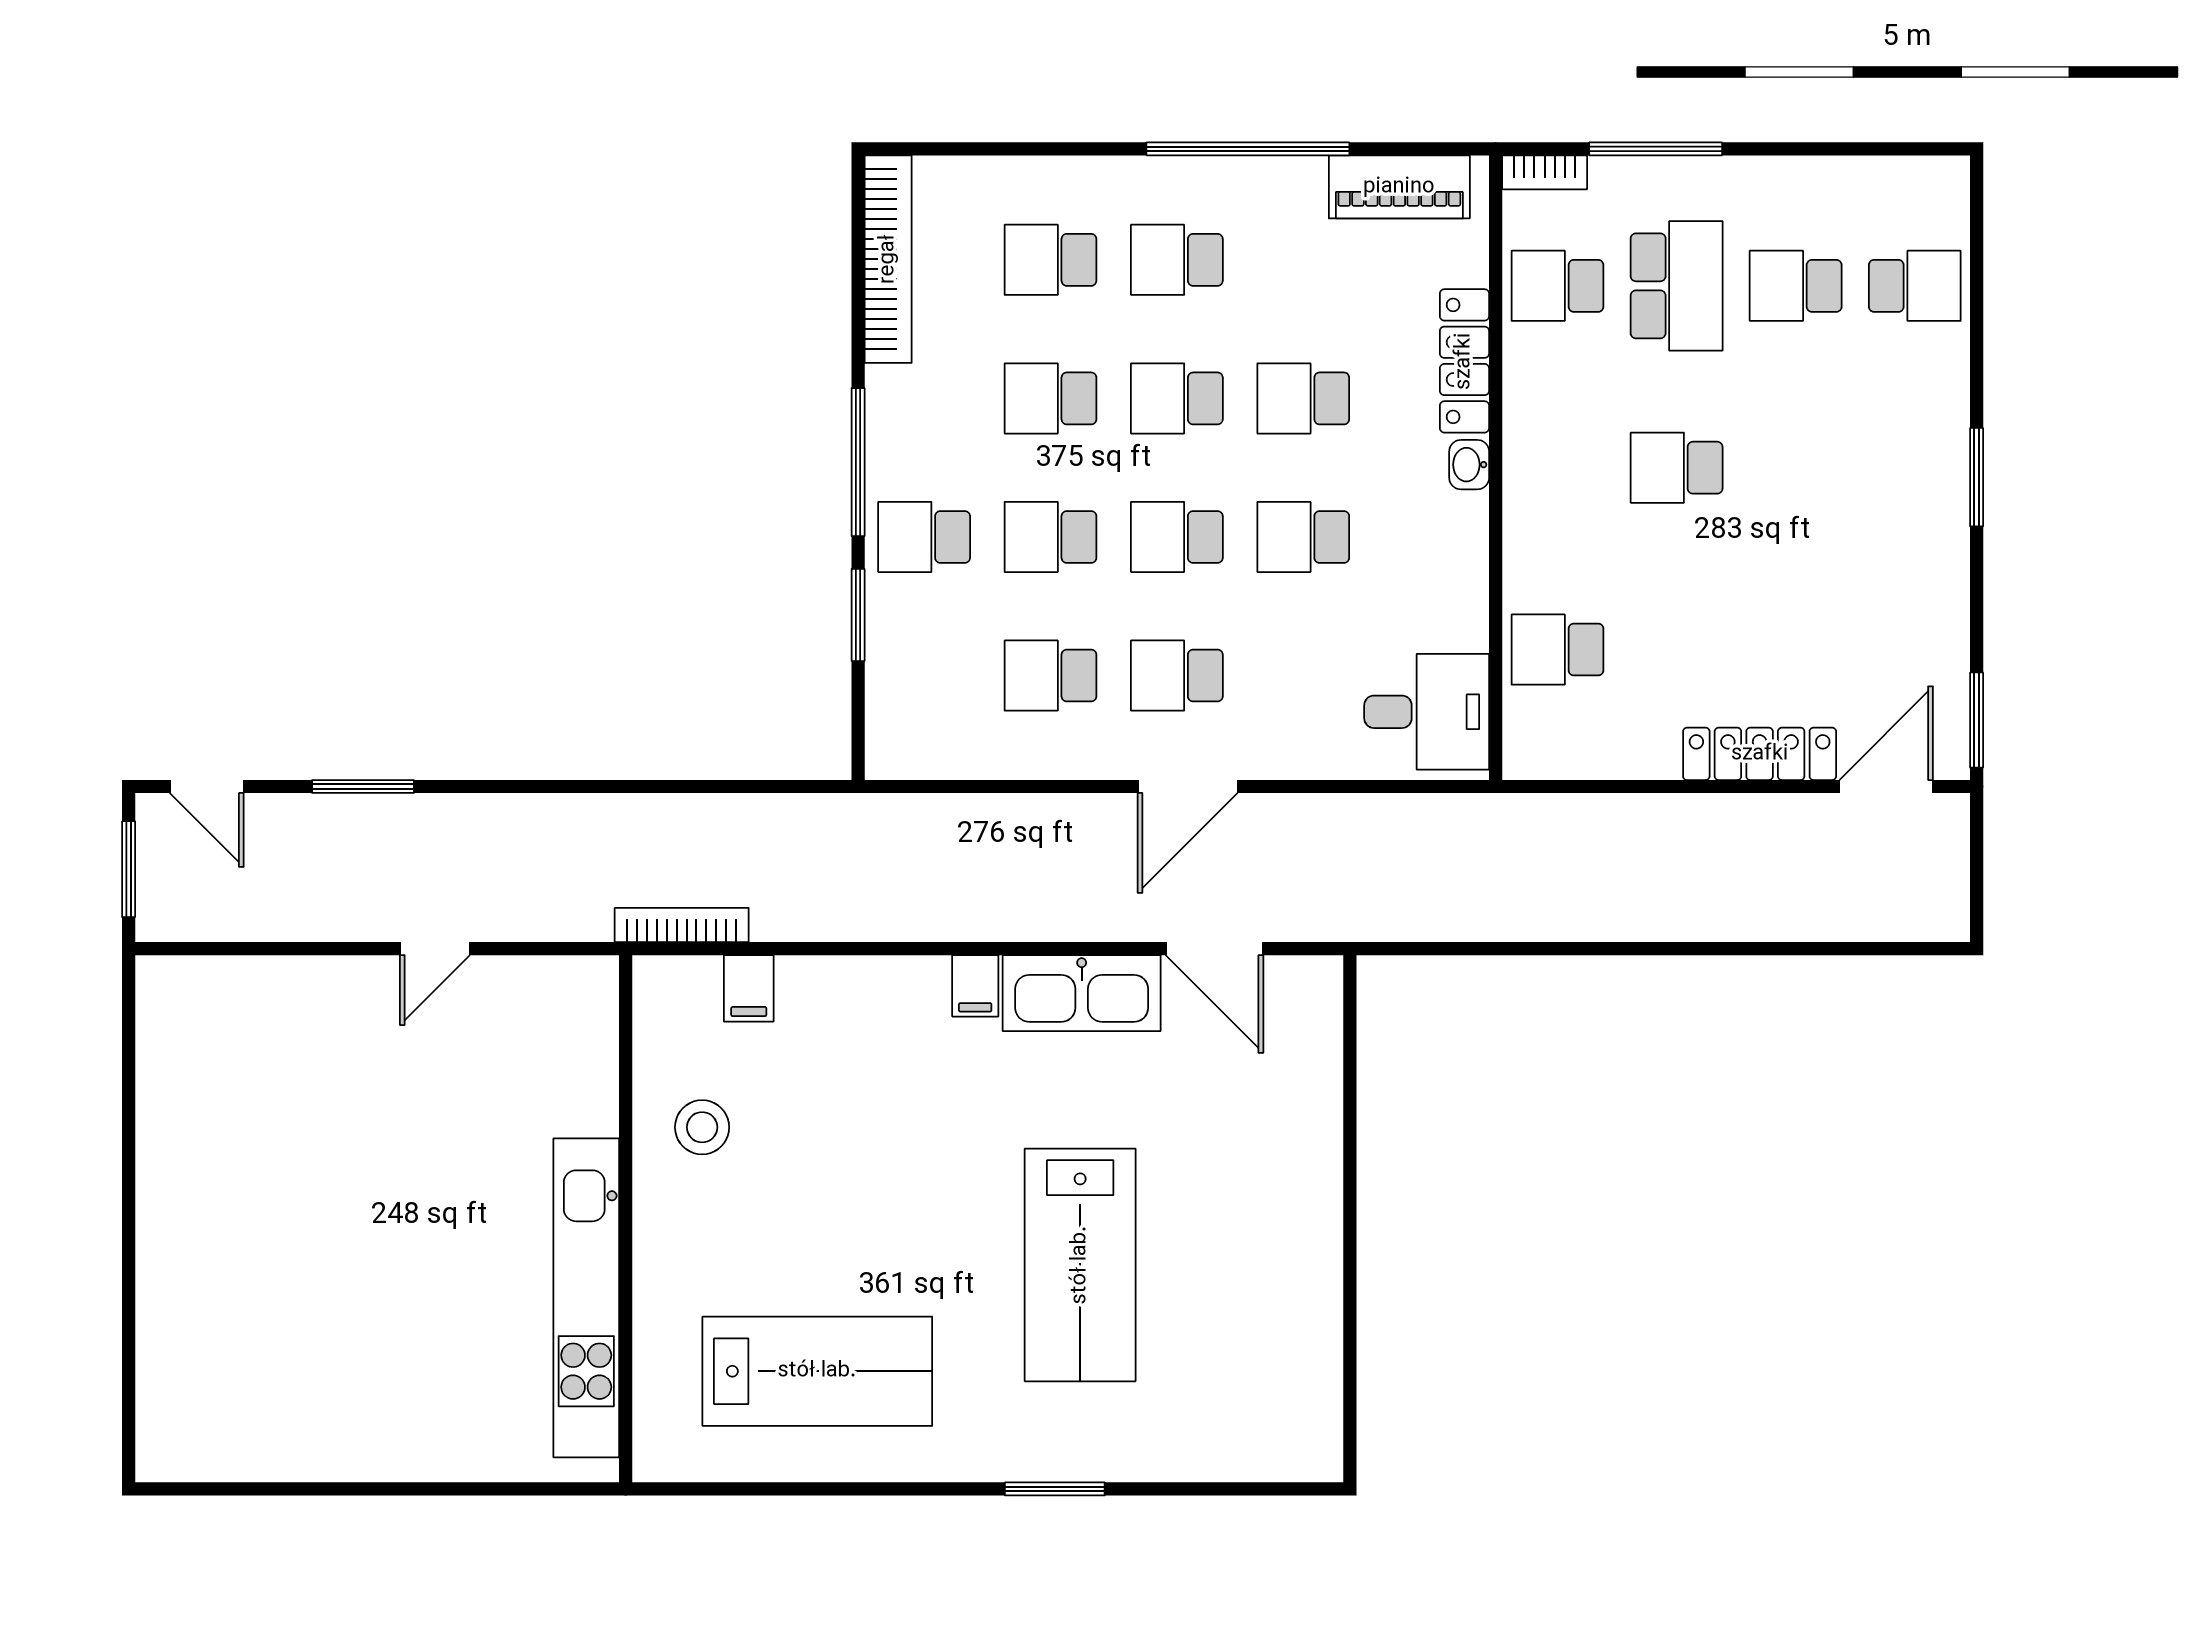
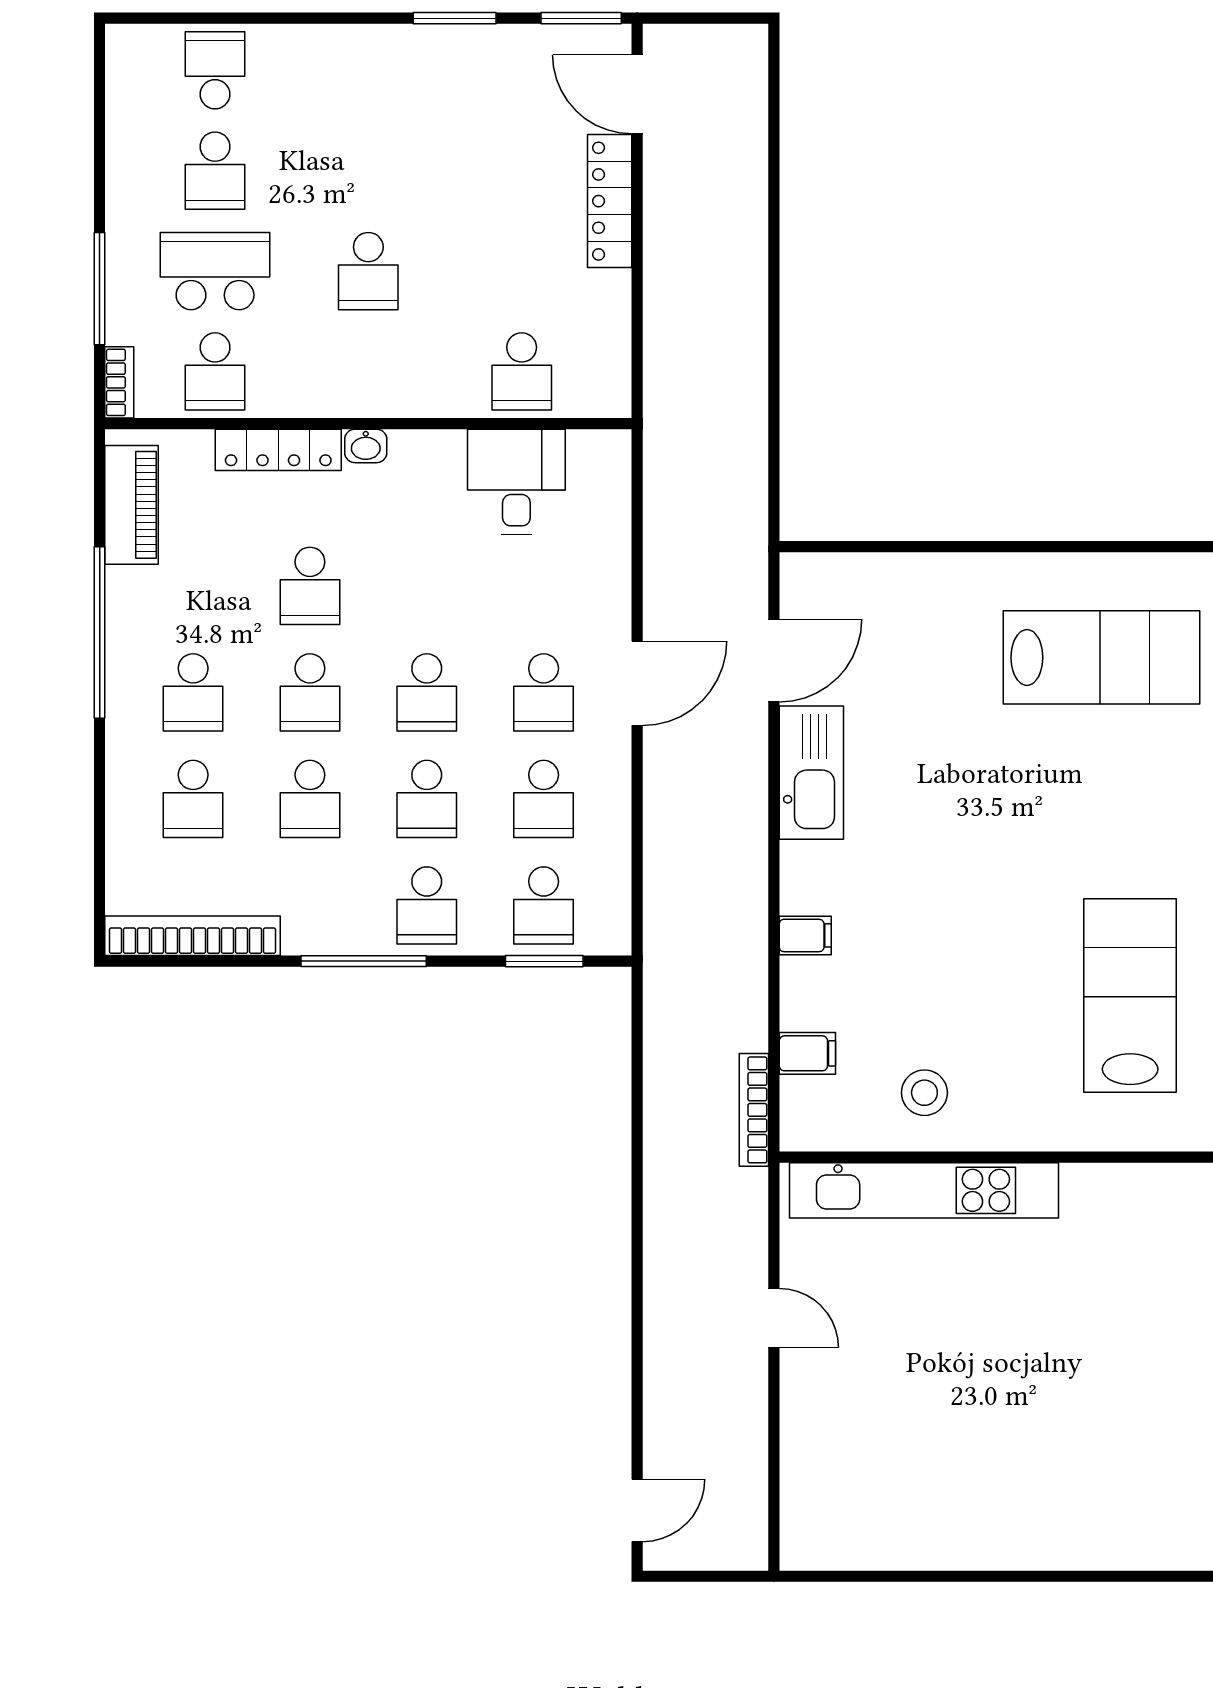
window: (1977, 477) -> (455, 18), moved
school desk: (1303, 537) -> (544, 905), moved
window: (858, 615) -> (544, 961), moved
desk: (1427, 712) -> (516, 482), moved
window: (363, 787) -> (637, 1379), removed
door: (1188, 787) -> (637, 683), hinge flipped
window: (129, 869) -> (707, 1576), removed
filing cabinet: (975, 986) -> (805, 935), moved
lab bench: (1080, 1265) -> (1101, 657), moved
kitchen unit: (586, 1298) -> (924, 1190), moved

